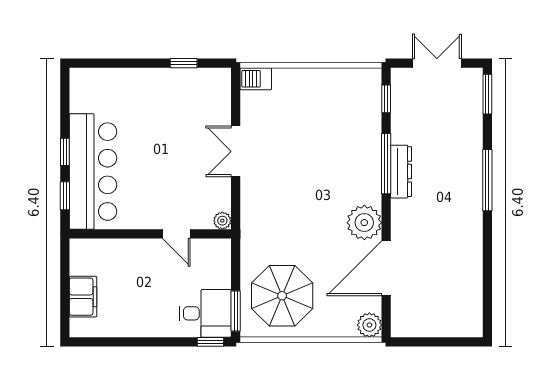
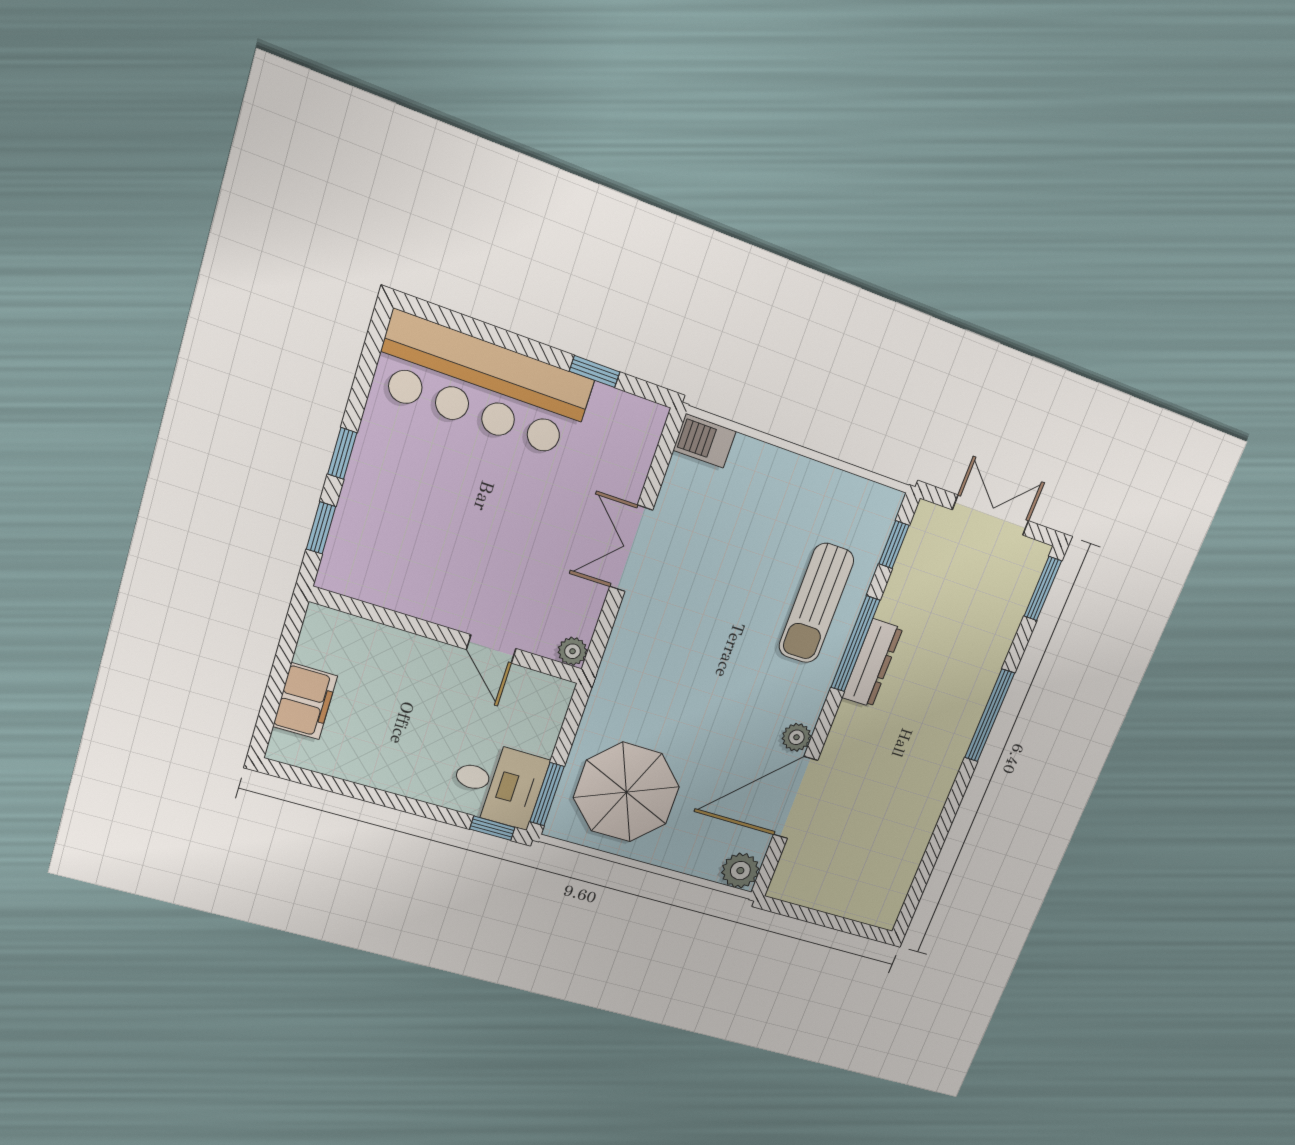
sun lounger: (353, 148) -> (816, 603), added
bar counter: (93, 172) -> (483, 386), moved, turned 90
plant: (364, 223) -> (796, 737), width x0.53, depth x0.53

